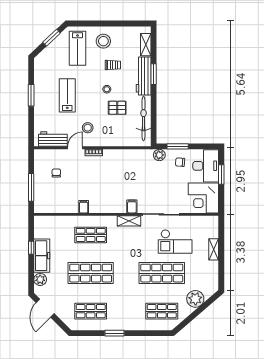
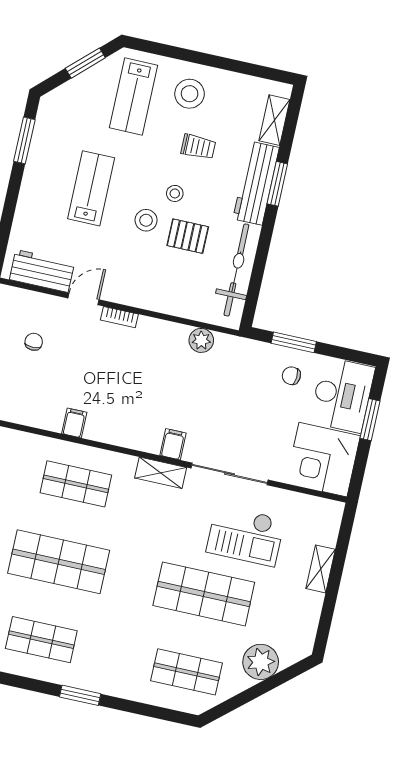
window: (31, 95) -> (24, 140), moved
stool: (88, 128) -> (146, 220), moved
plant: (159, 155) -> (201, 340), moved

